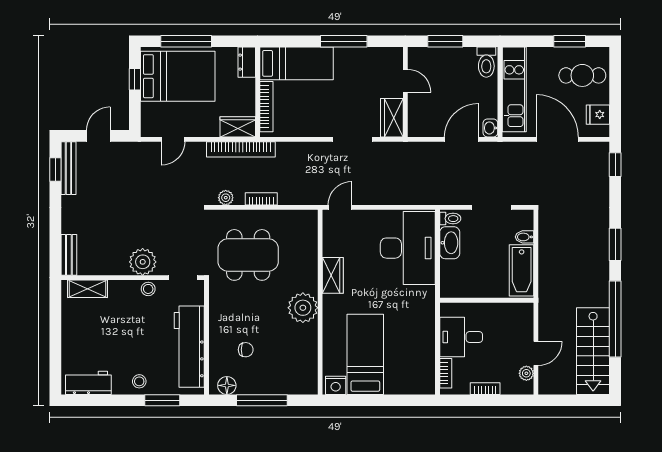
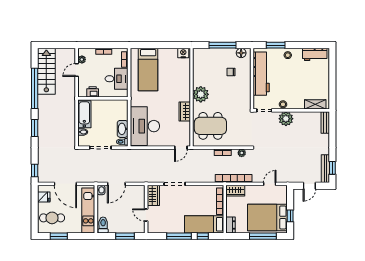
window: (299, 41) -> (203, 236), added
dining table: (248, 255) -> (210, 126), moved
printer: (506, 312) -> (93, 92), added
bed: (365, 354) -> (148, 70), moved

